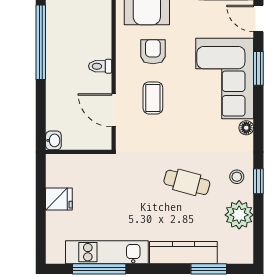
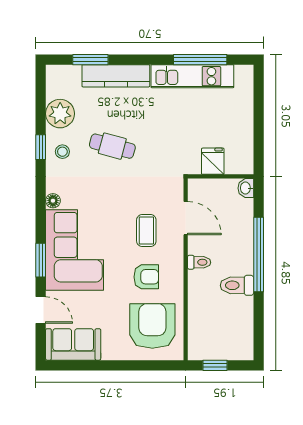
window: (41, 42) -> (259, 254), moved
toilet: (62, 43) -> (237, 285), added
armchair: (153, 52) -> (146, 277), turned -90
fridge: (59, 199) -> (213, 161), moved, turned 90

